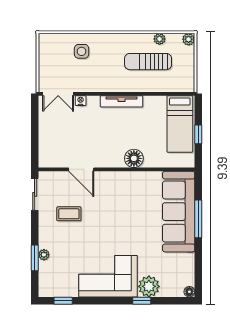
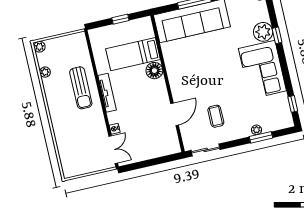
side table: (82, 51) -> (71, 138), removed
sun lounger: (148, 62) -> (81, 88), moved
bed: (180, 124) -> (133, 54), moved, turned 180

